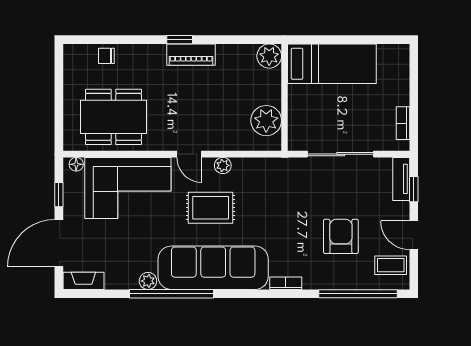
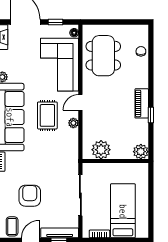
window: (180, 40) -> (151, 115), moved
bed: (332, 64) -> (123, 211), moved, turned 180
tv unit: (401, 179) -> (60, 233), width x1.41
armchair: (341, 236) -> (30, 196), turned -90

